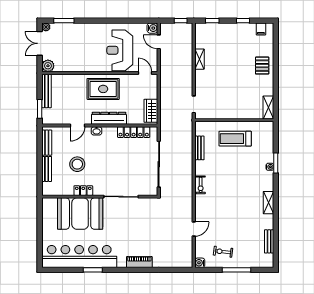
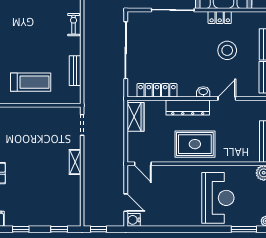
reception desk: (120, 50) -> (218, 198), moved
shelving: (199, 59) -> (75, 162), moved

